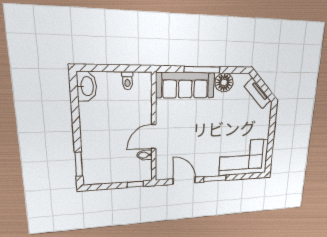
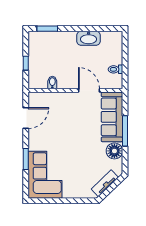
washbasin: (87, 86) -> (89, 38), moved
door: (154, 136) -> (89, 90), moved
window: (215, 179) -> (26, 159), moved
window: (135, 184) -> (26, 63), moved

